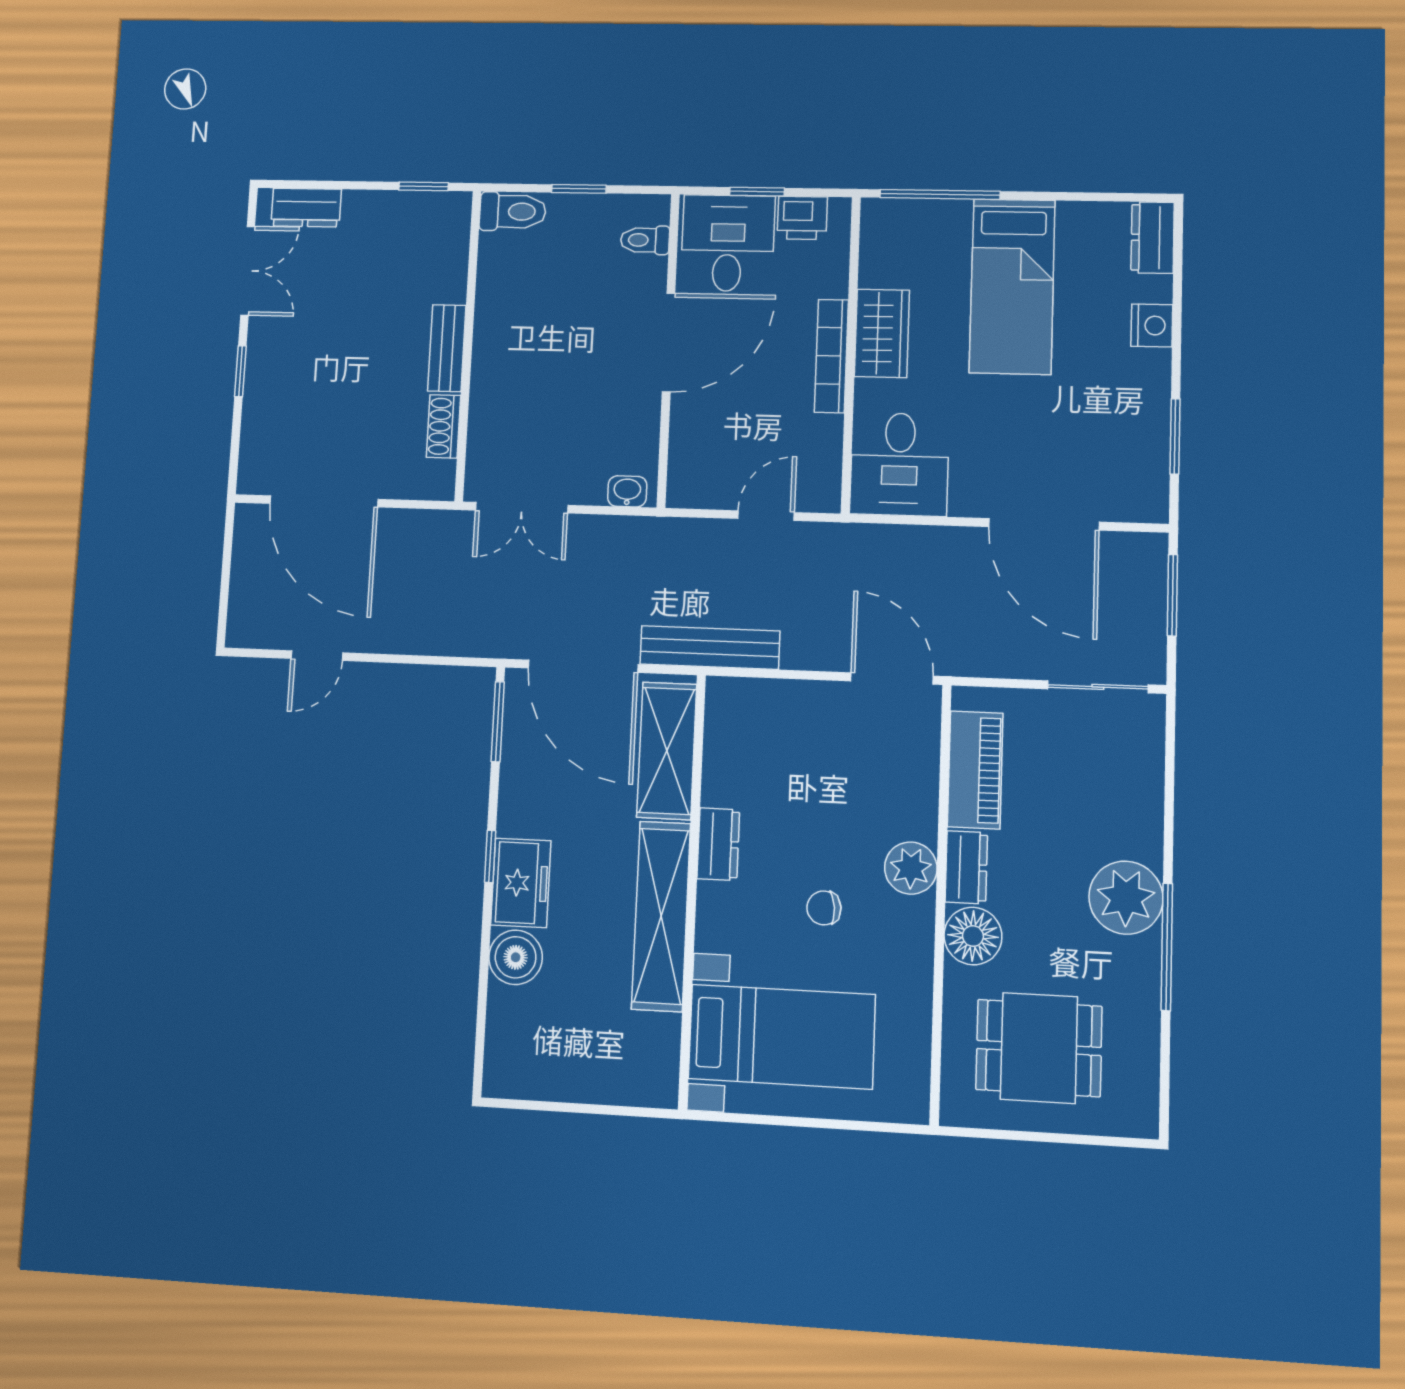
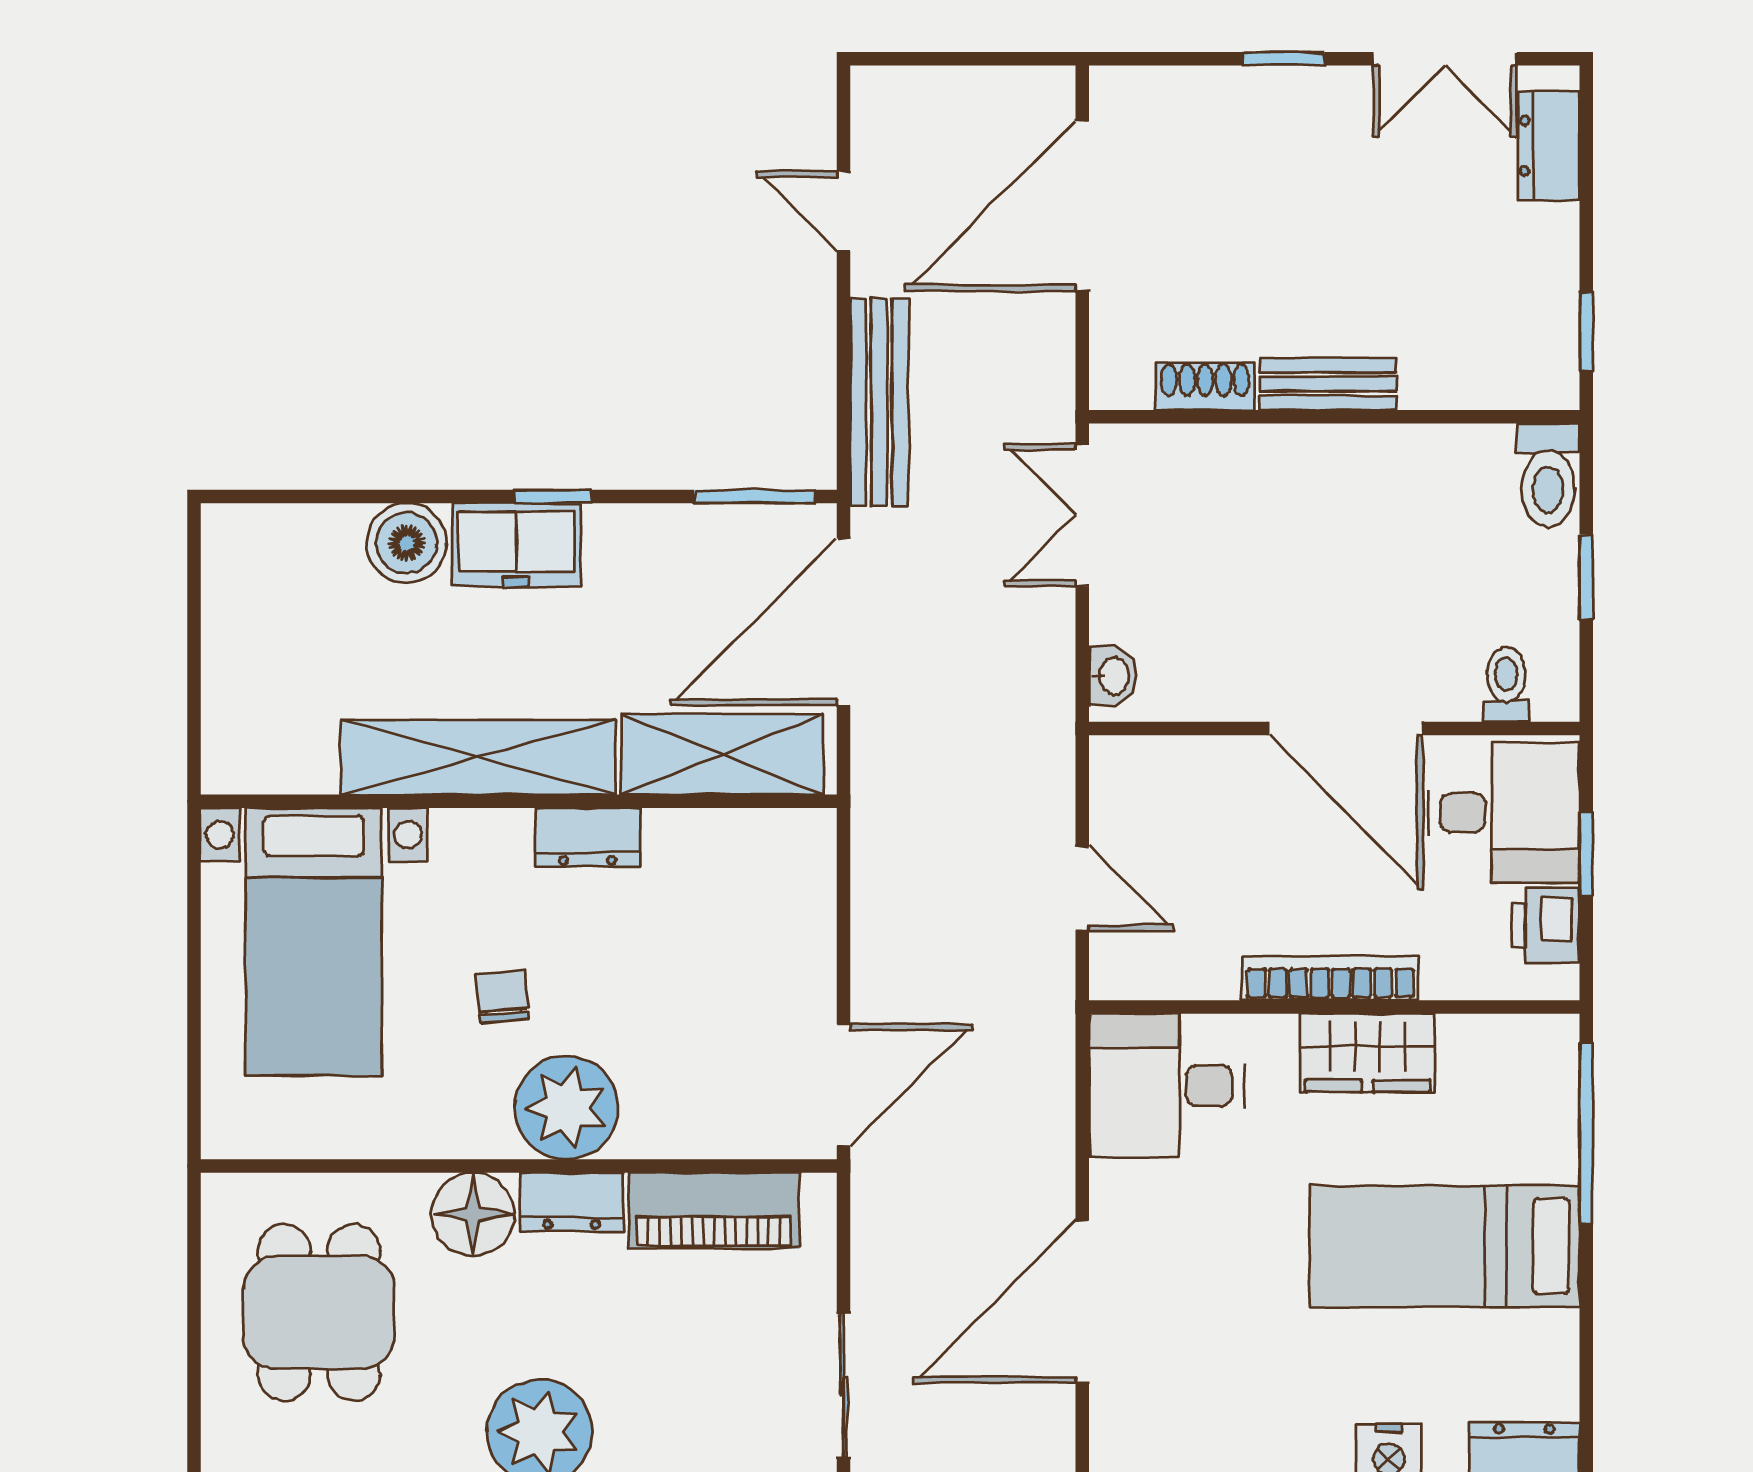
bench: (710, 648) -> (879, 402), moved
plant: (911, 868) -> (567, 1108), width x1.36, depth x1.36

